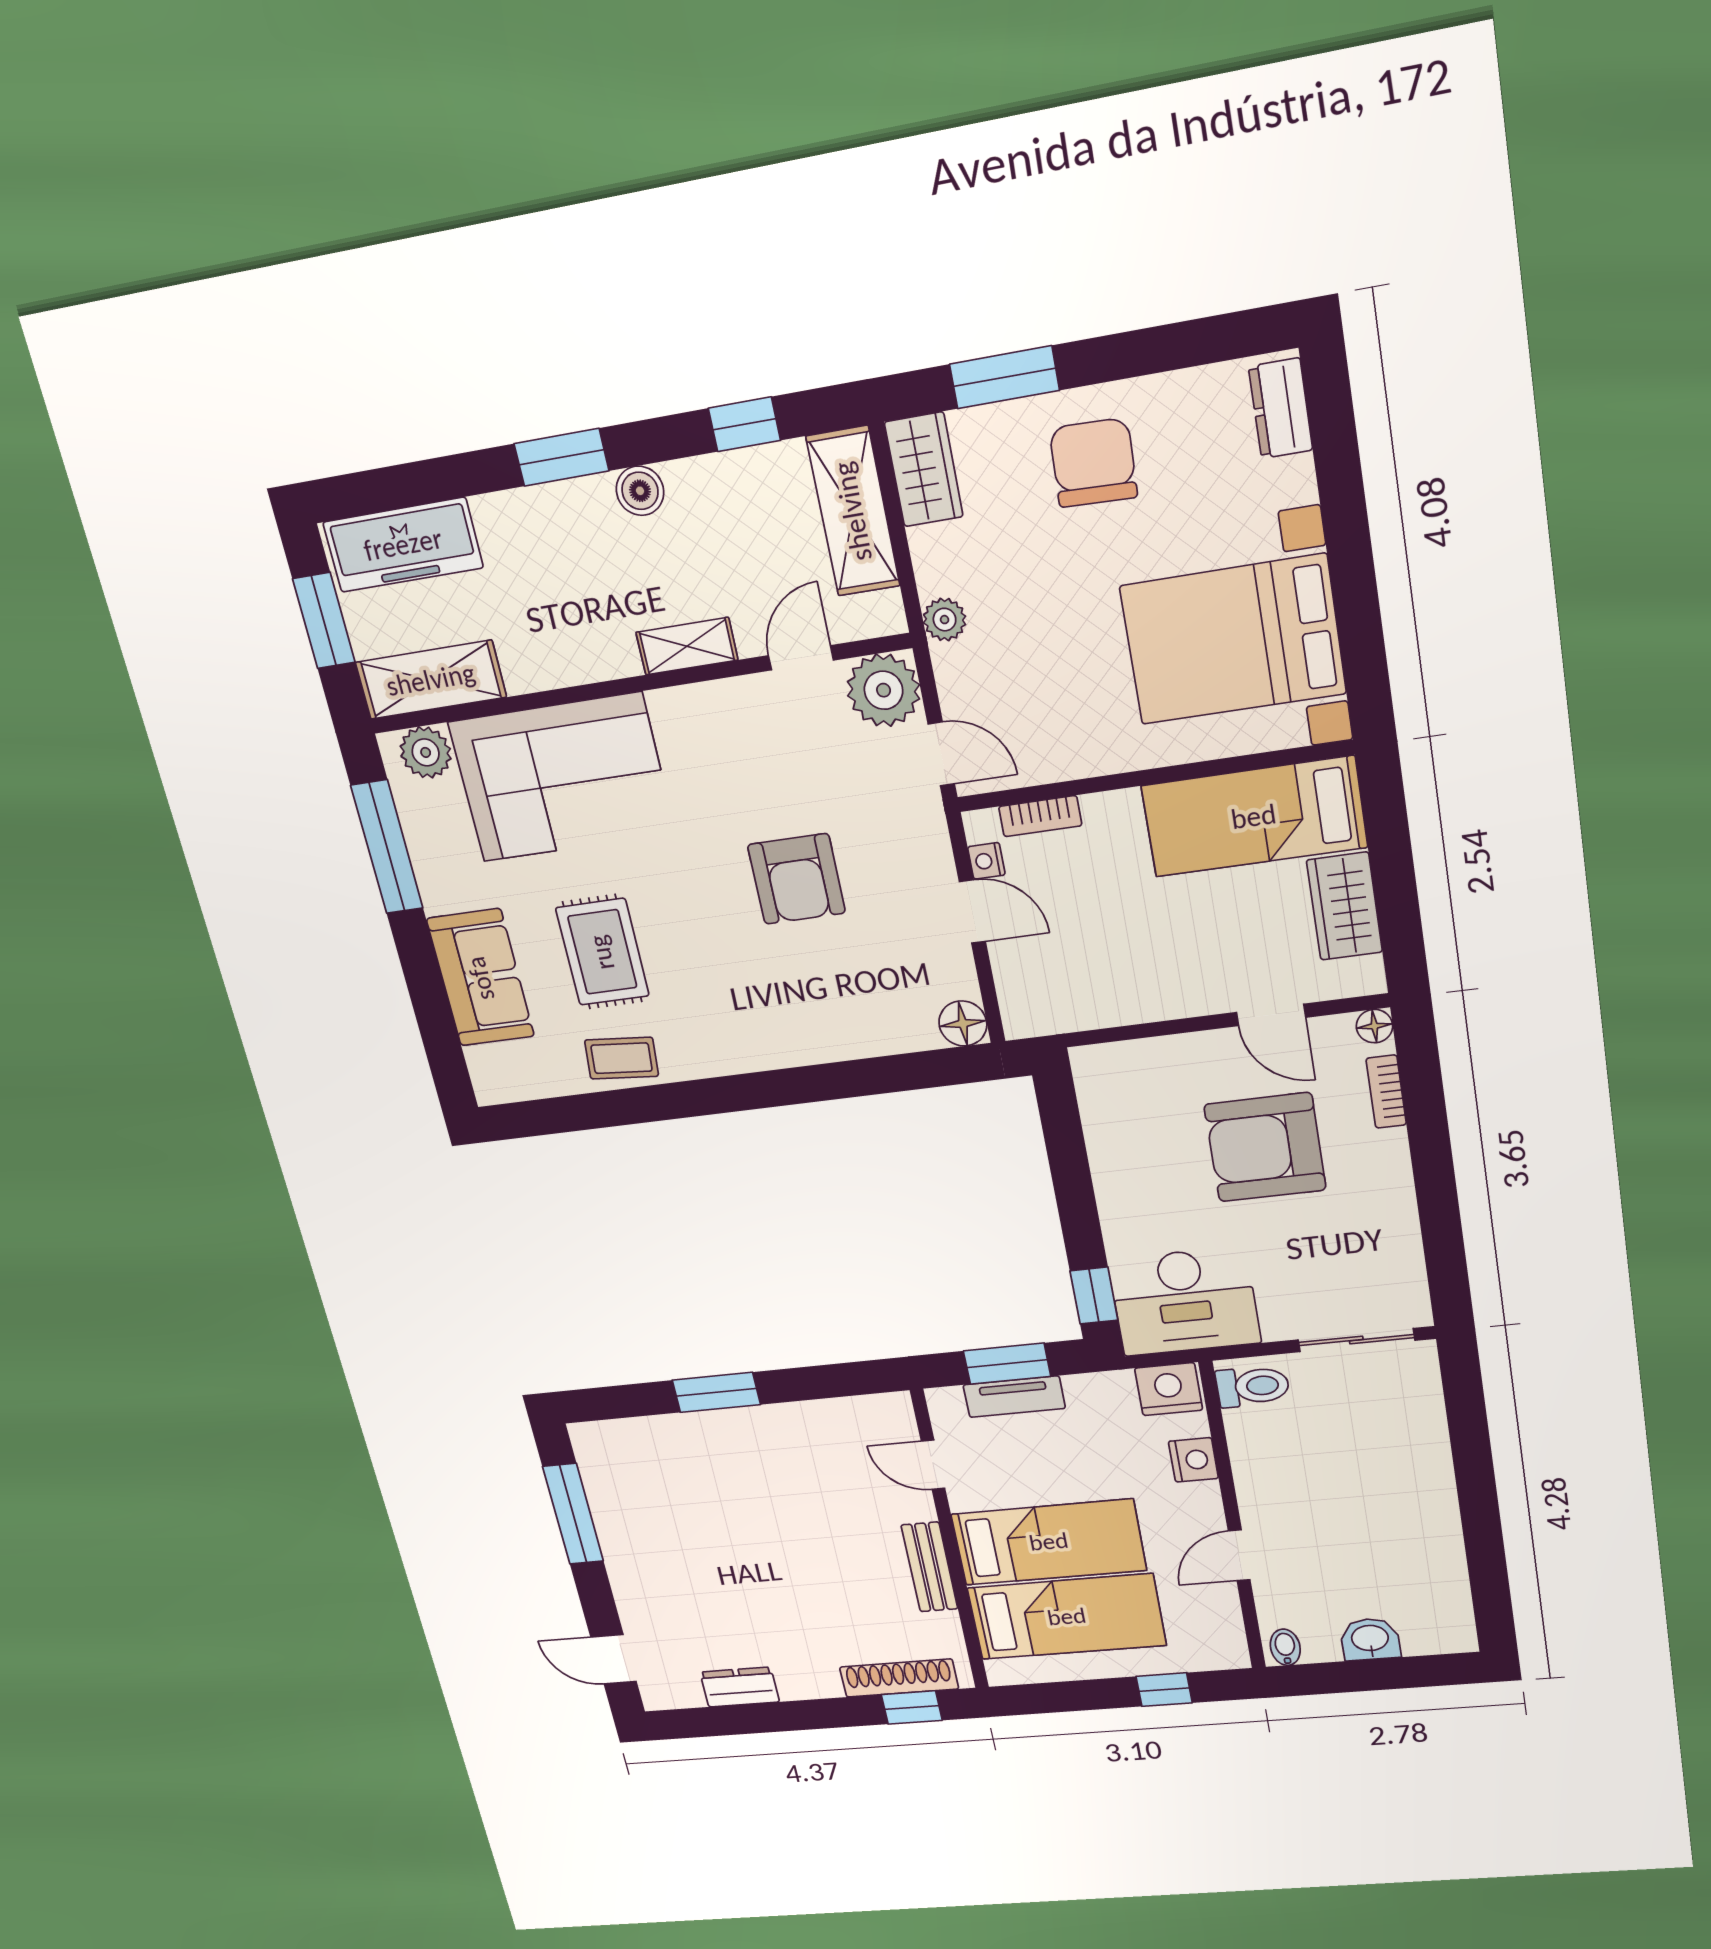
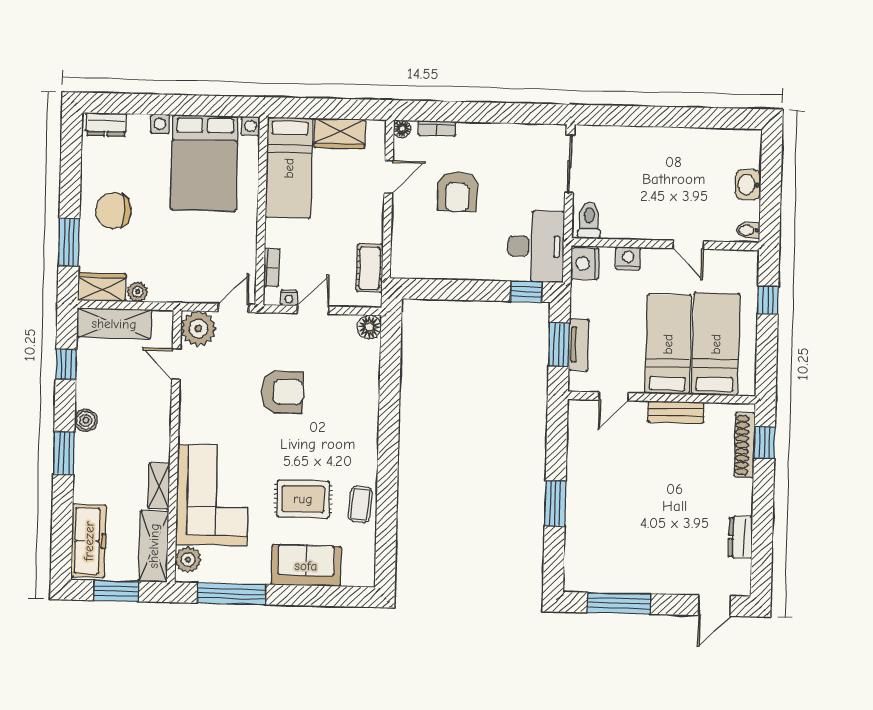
plant: (945, 620) -> (138, 292), moved
shelving: (687, 646) -> (159, 486), moved
cot: (1079, 1007) -> (370, 268), added
armchair: (1265, 1147) -> (457, 191), width x0.73, depth x0.73

